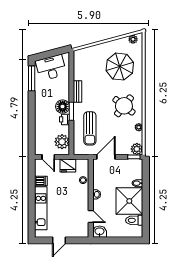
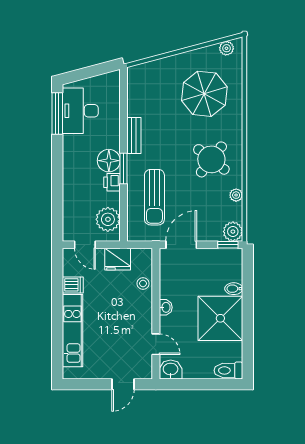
desk: (51, 68) -> (80, 111), moved, turned -75
toilet: (134, 220) -> (228, 370), moved
door: (59, 240) -> (123, 384), moved

